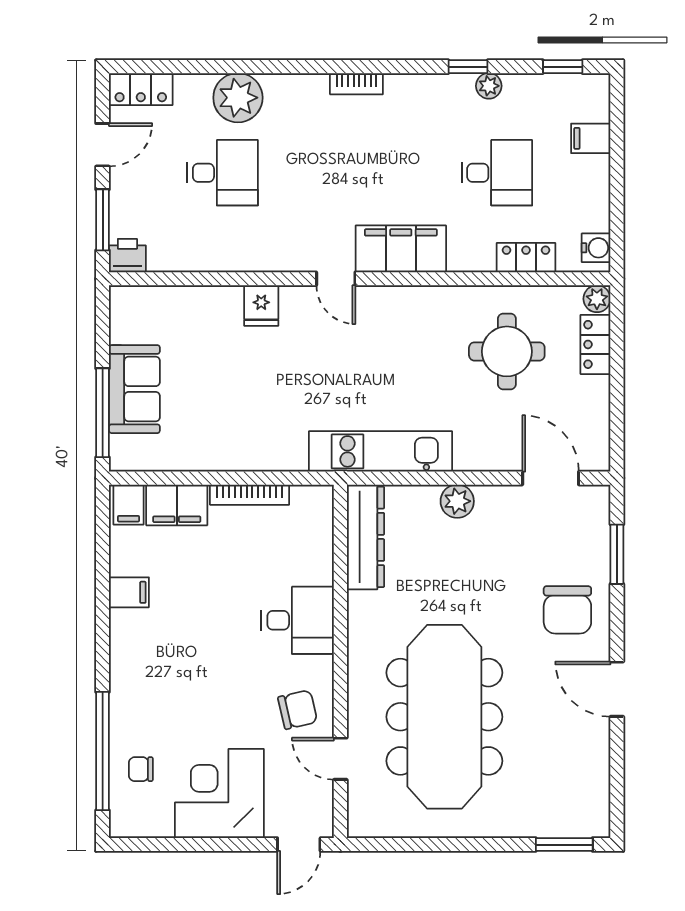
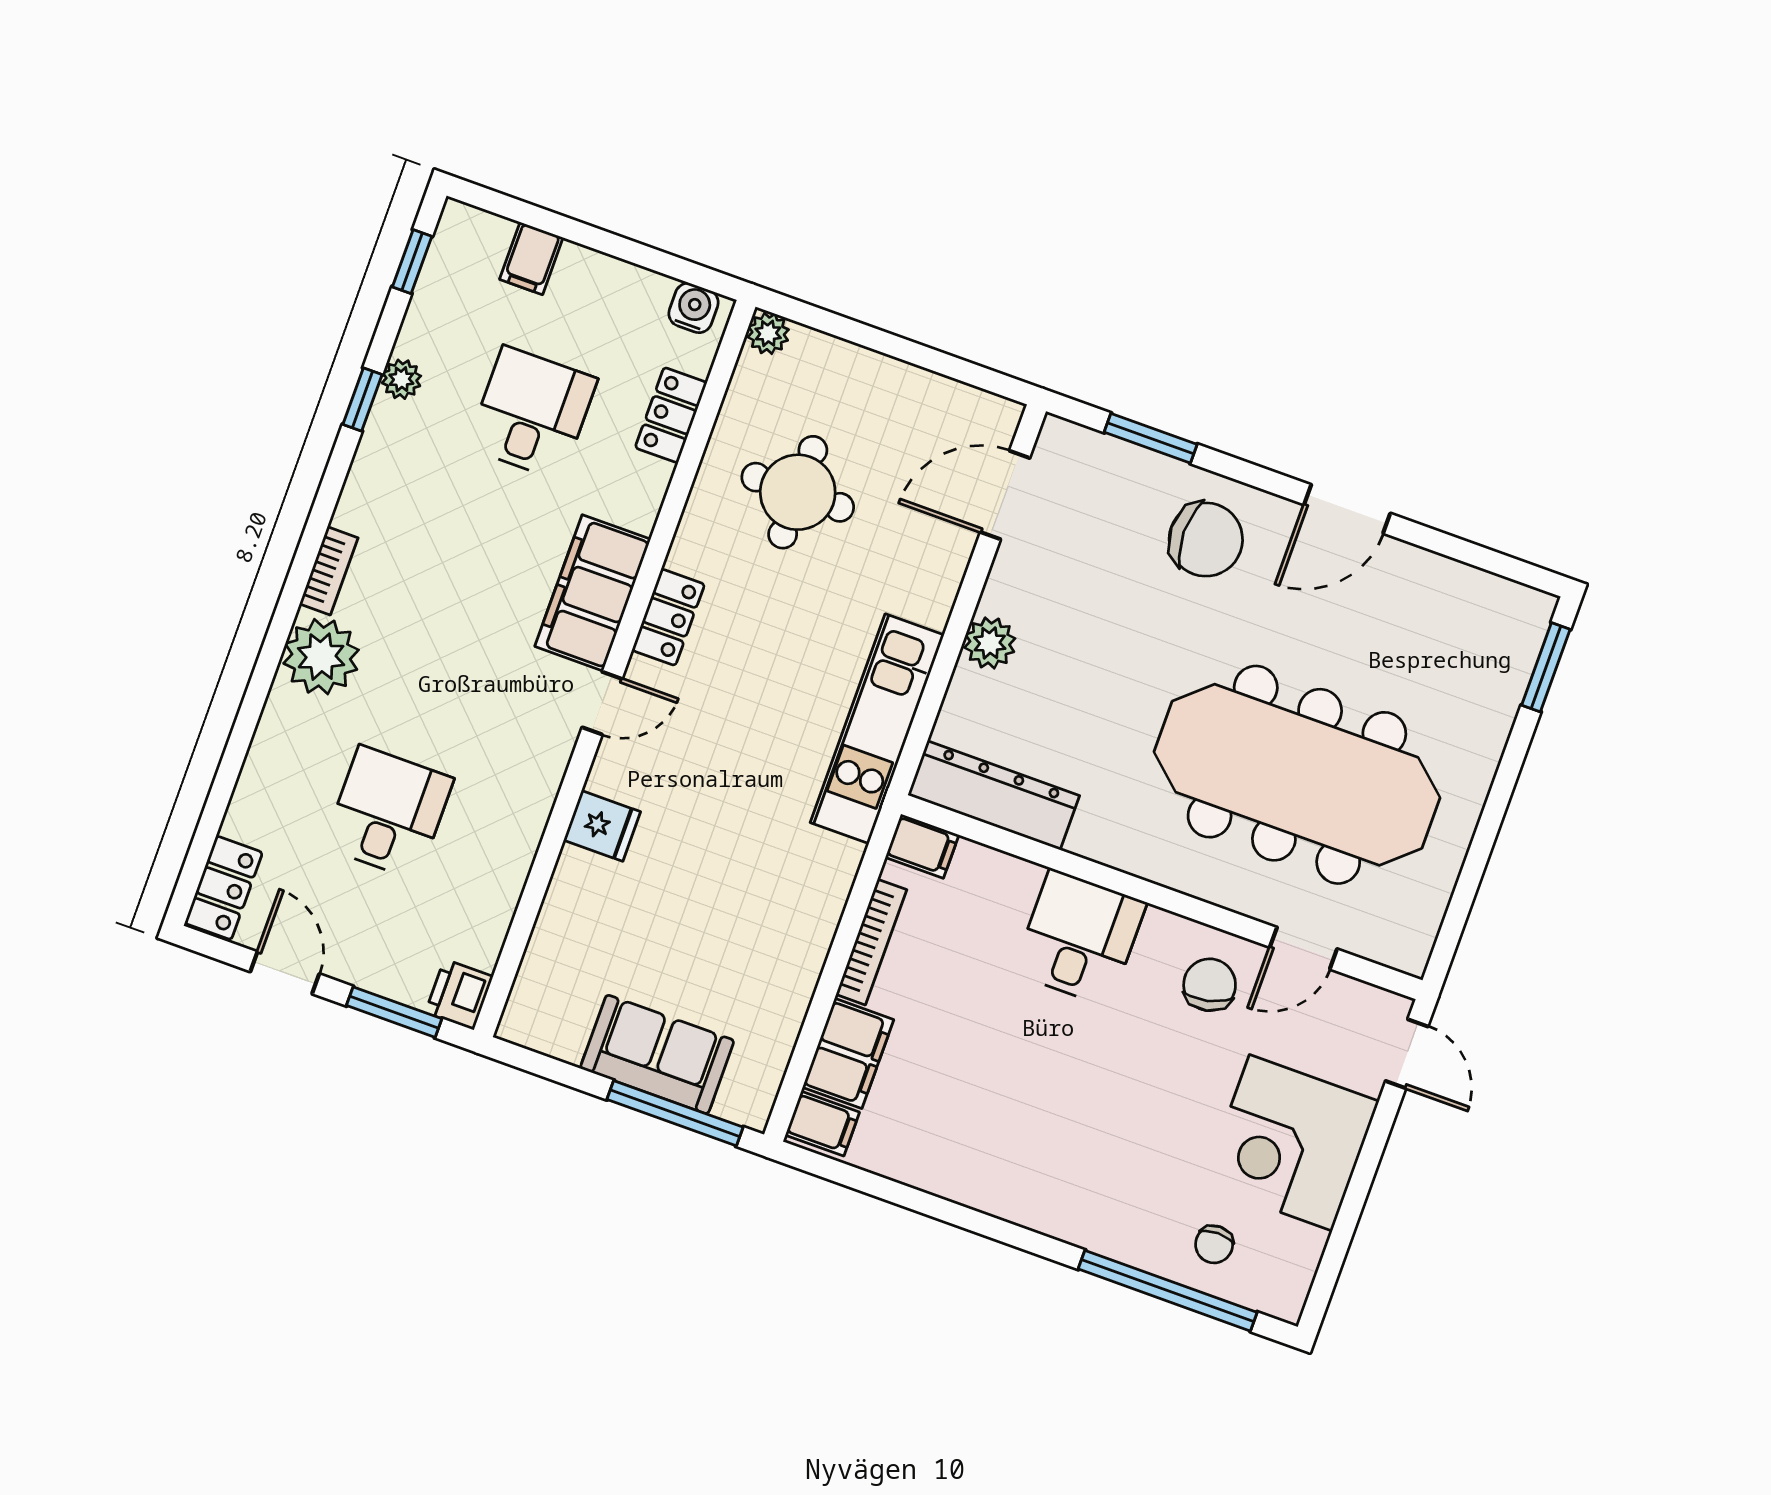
plant: (238, 98) -> (321, 657), moved
locker: (595, 344) -> (668, 617), moved, turned -90
filing cabinet: (129, 592) -> (922, 846), moved, turned 90

